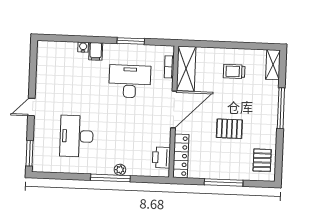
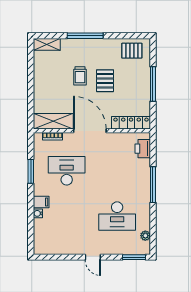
trolley: (234, 71) -> (80, 76), moved
desk: (130, 81) -> (67, 171), turned 90
printer: (161, 157) -> (143, 149), moved, turned 90
plant: (120, 170) -> (145, 236), moved

